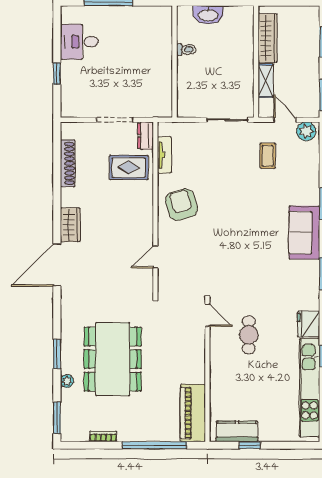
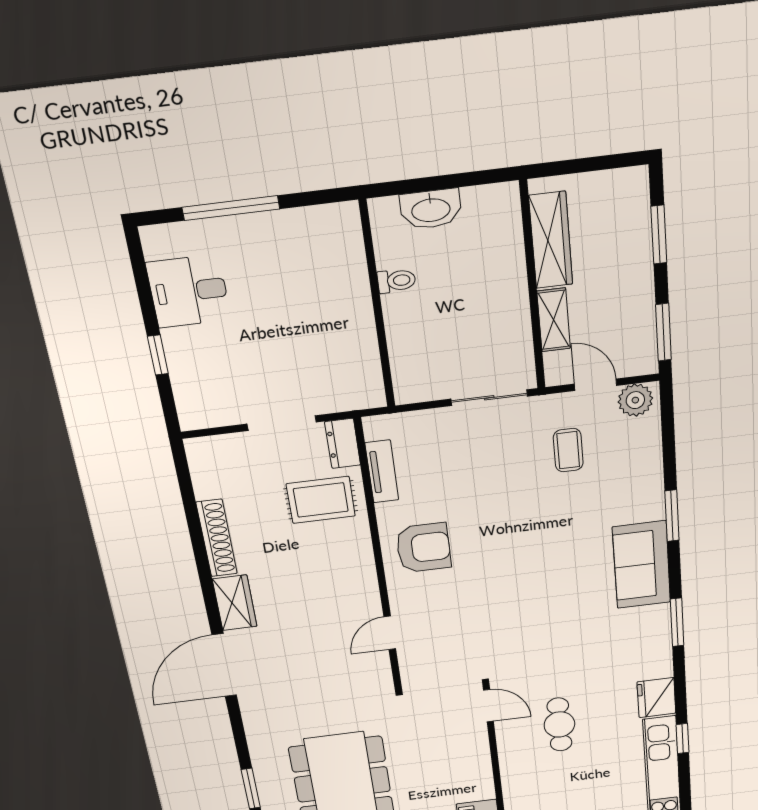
shoe rack: (68, 163) -> (217, 538), moved
armchair: (181, 205) -> (424, 548), turned 106

